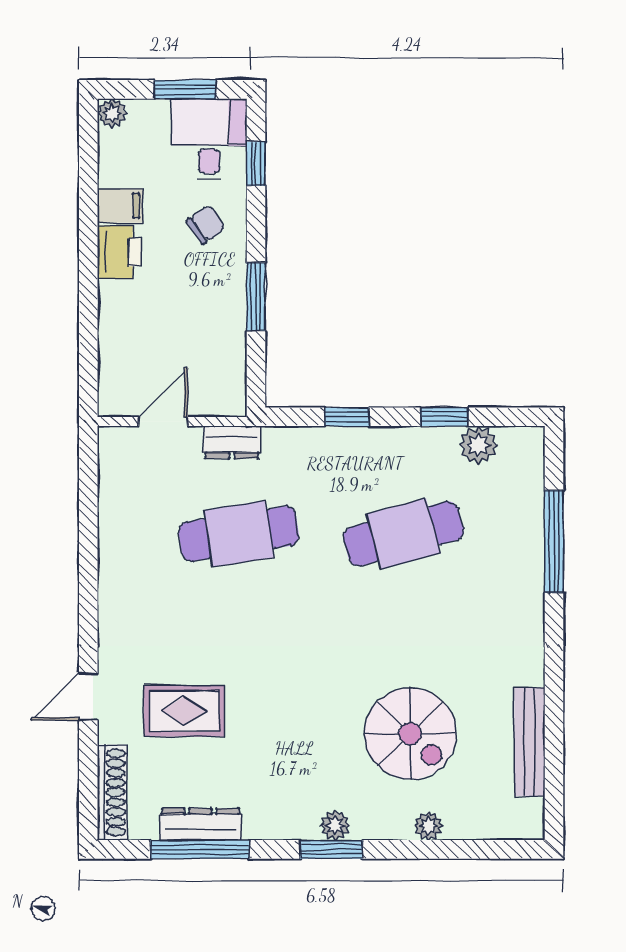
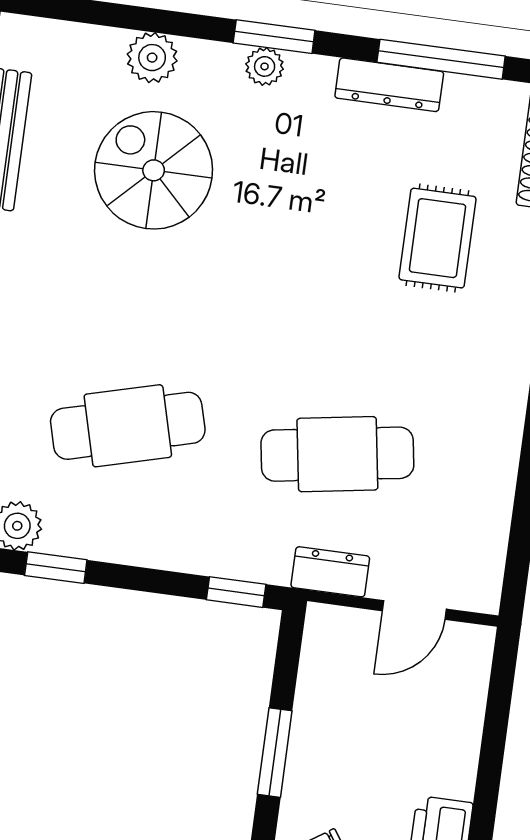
window: (347, 417) -> (236, 592), moved
rug: (184, 711) -> (437, 238), turned 90
dresser: (200, 824) -> (389, 85), moved
plant: (429, 826) -> (152, 58), width x1.38, depth x1.38

